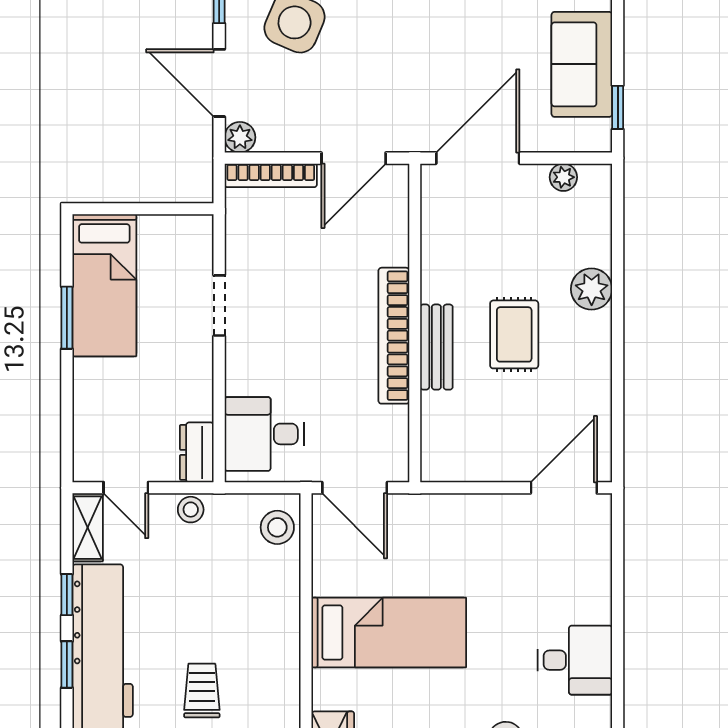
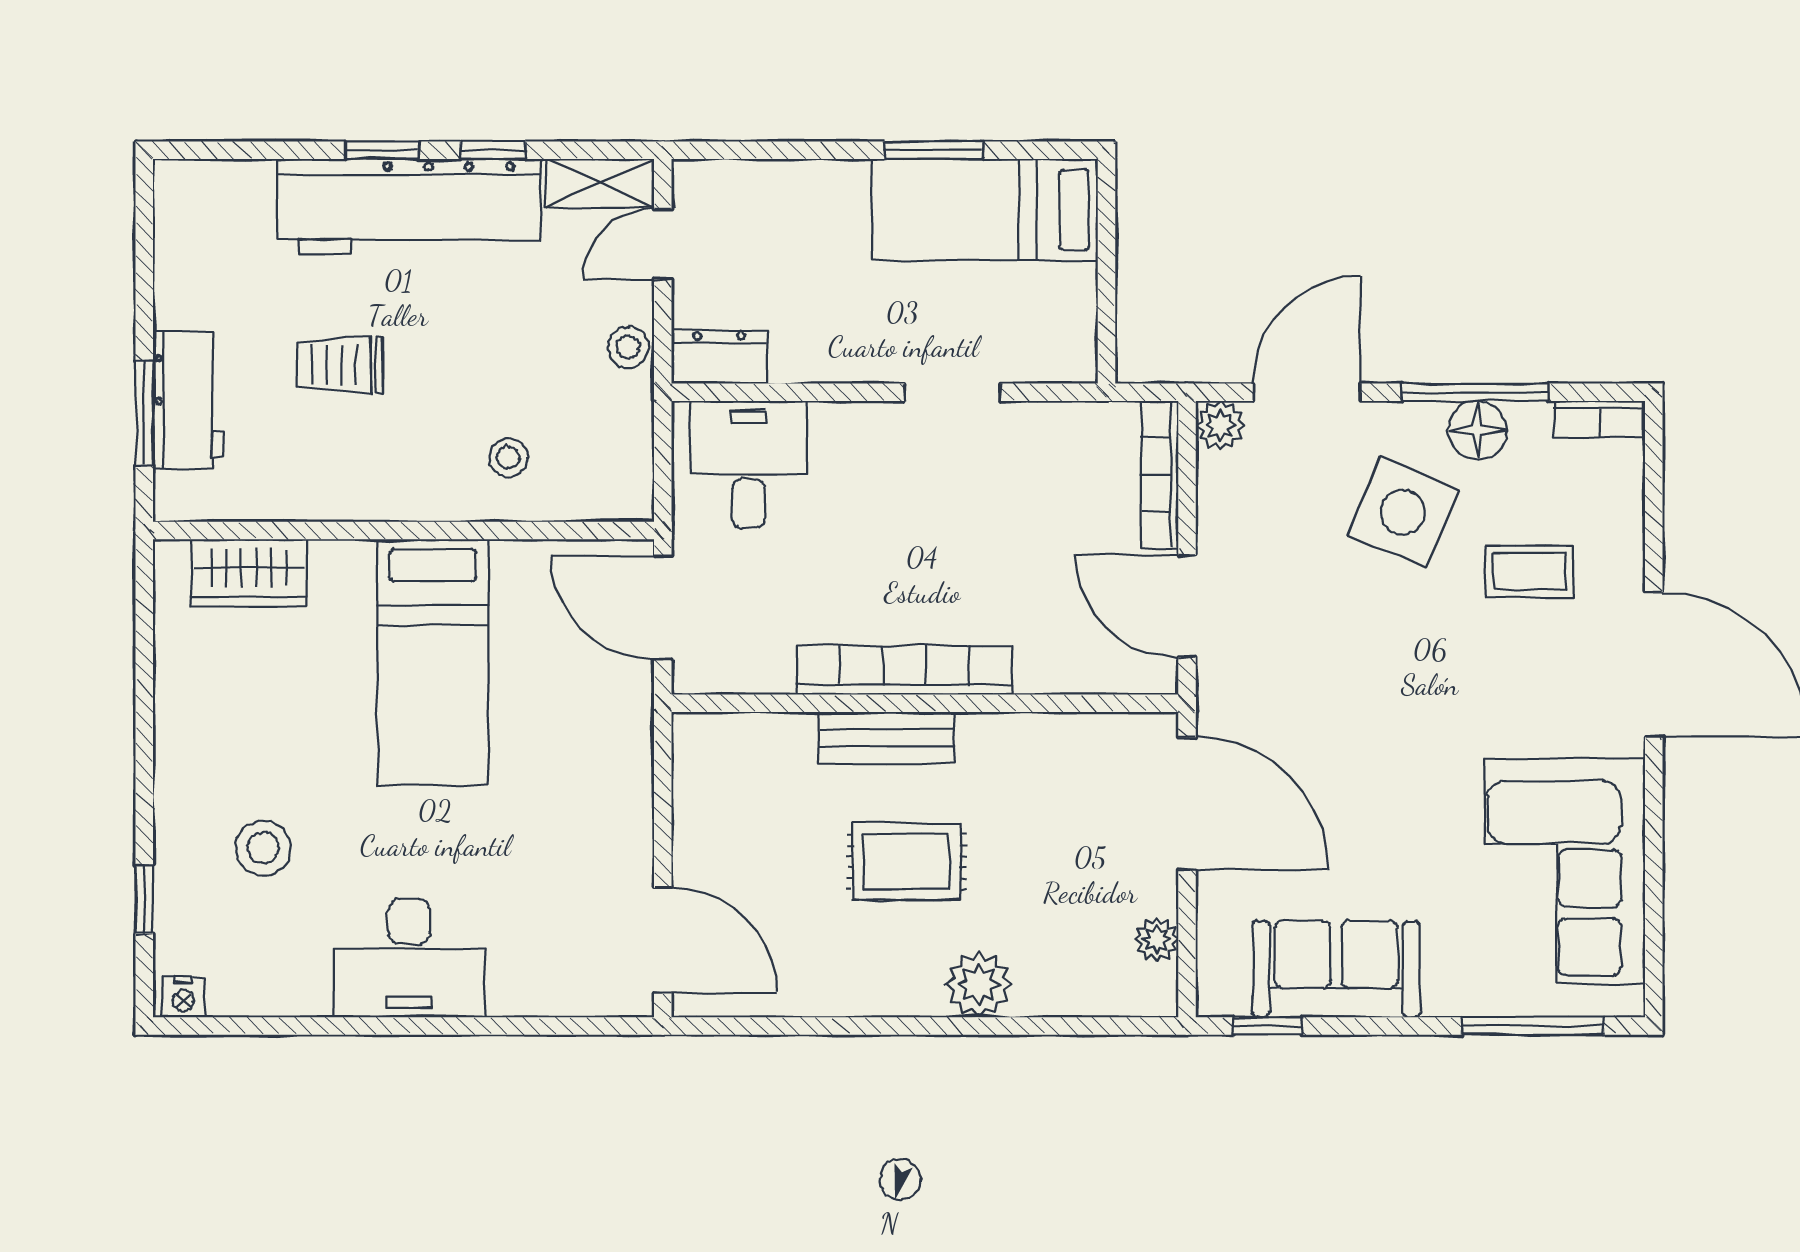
door: (355, 488) -> (663, 608), hinge flipped
stool: (277, 527) -> (508, 458), moved, width x0.73, depth x0.73
desk: (575, 660) -> (409, 958), width x1.37
trolley: (202, 691) -> (340, 365), turned 180

